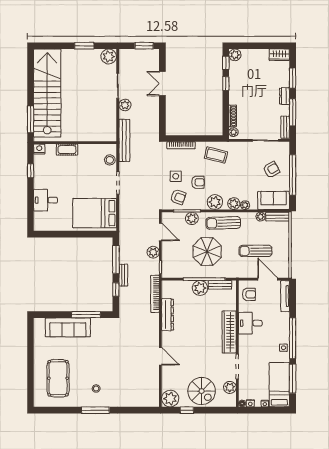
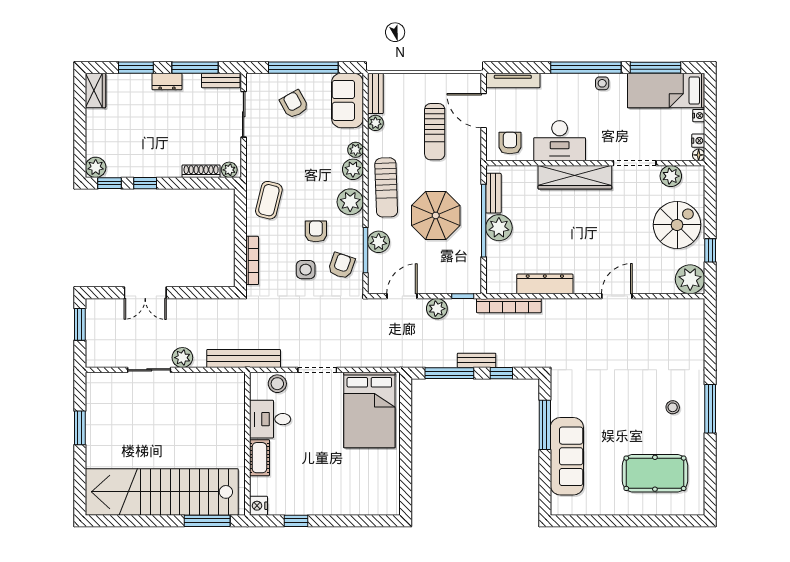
plant: (109, 56) -> (98, 386), removed
desk: (46, 200) -> (270, 419), moved, turned 90
door: (268, 279) -> (484, 111), hinge flipped
desk: (250, 323) -> (560, 141), width x1.37

